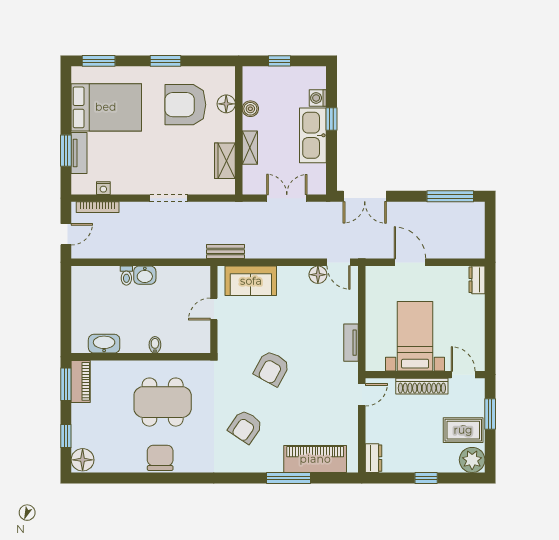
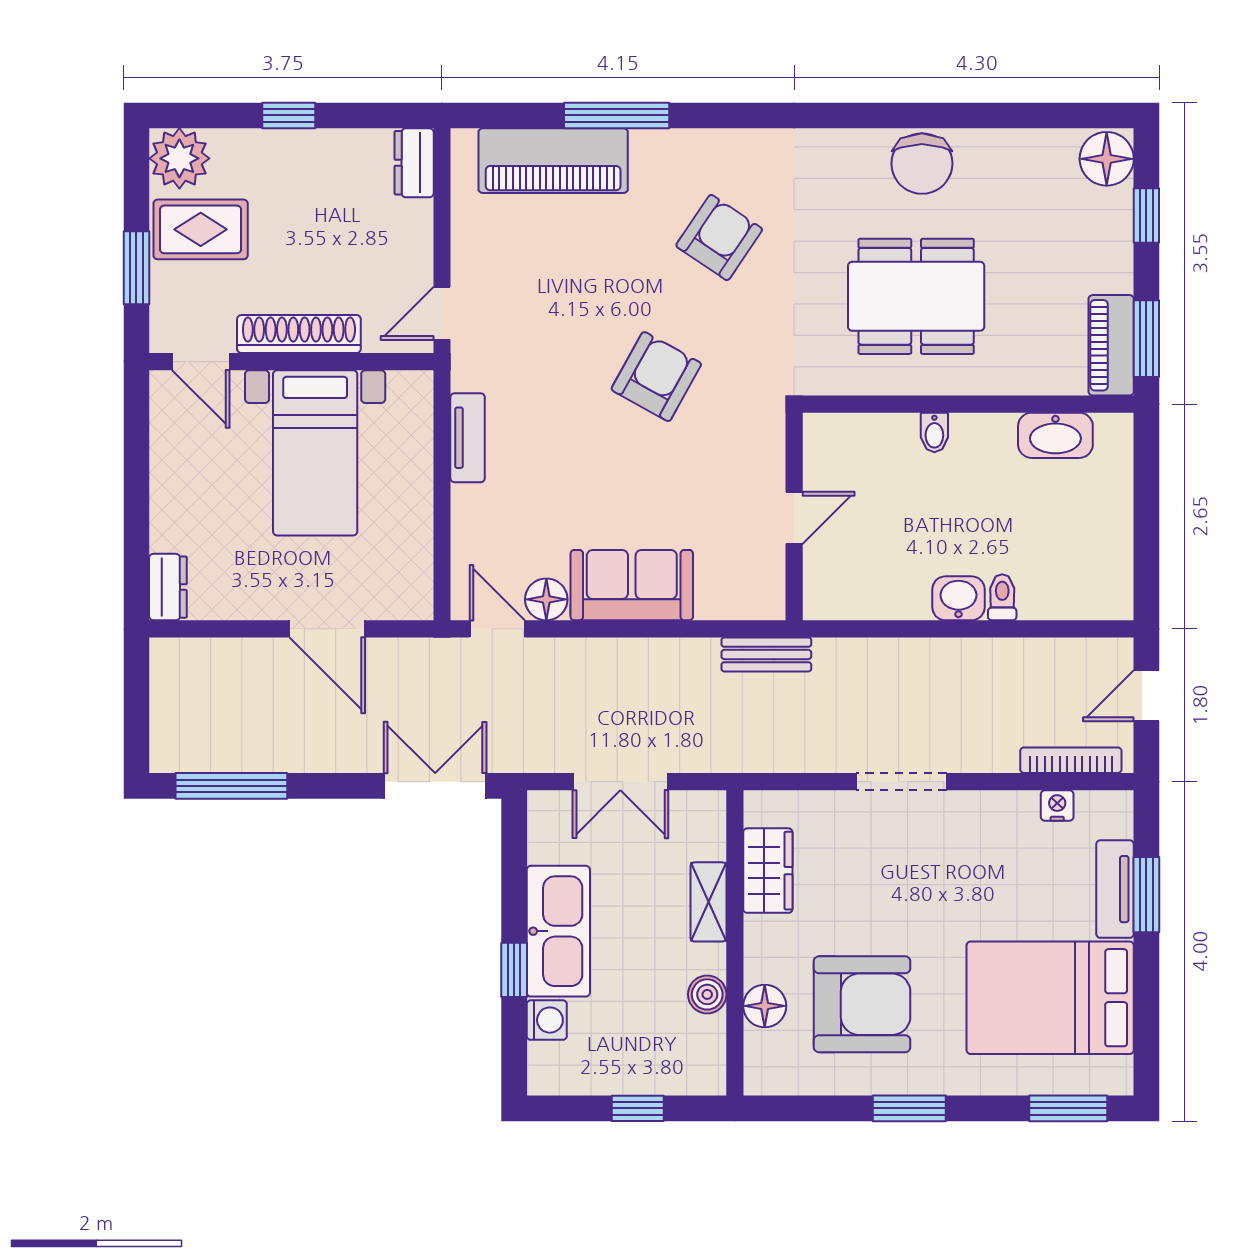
sofa: (251, 281) -> (632, 585), moved

